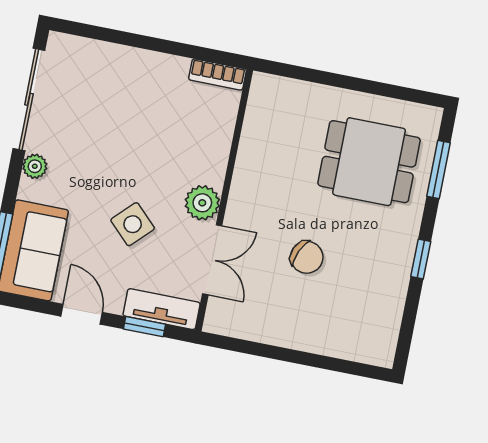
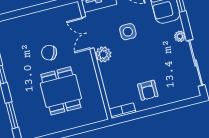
armchair: (148, 91) -> (148, 90), added
dining table: (369, 162) -> (61, 91), moved, turned 90
side table: (133, 224) -> (128, 32), turned 45

